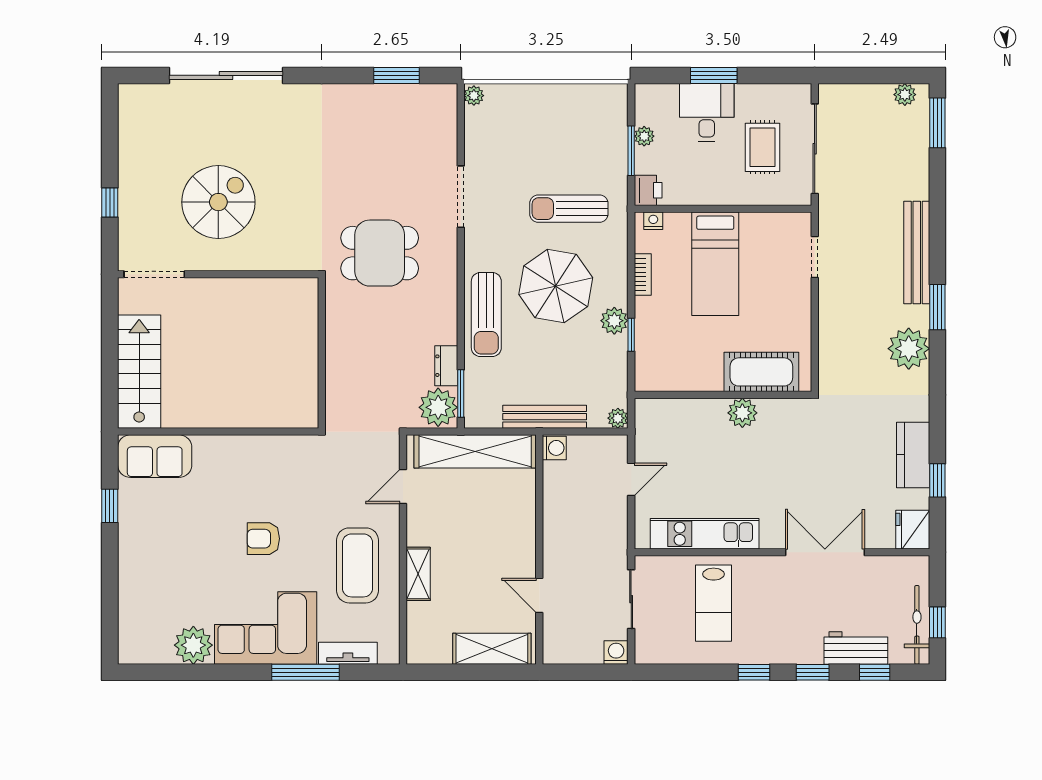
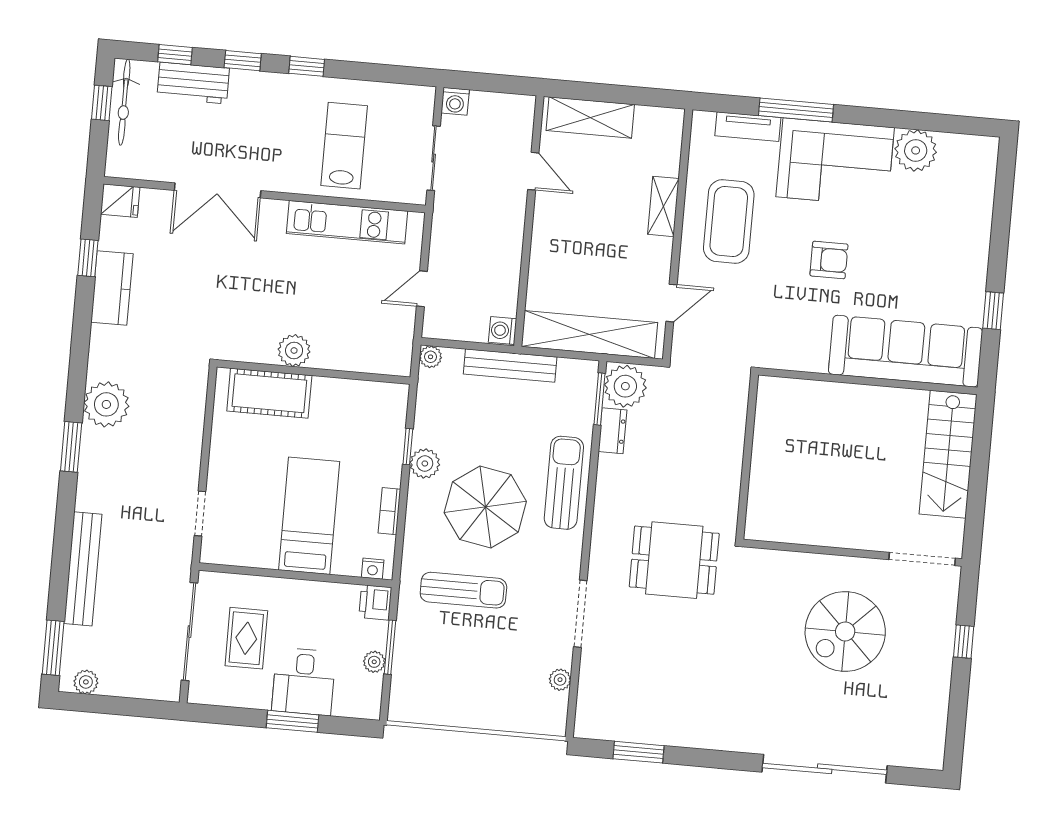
plant: (474, 96) -> (560, 680), moved
bench: (917, 253) -> (83, 569), moved
sofa: (155, 456) -> (906, 351), width x1.85, depth x1.27
fridge: (913, 530) -> (120, 201), width x0.72

